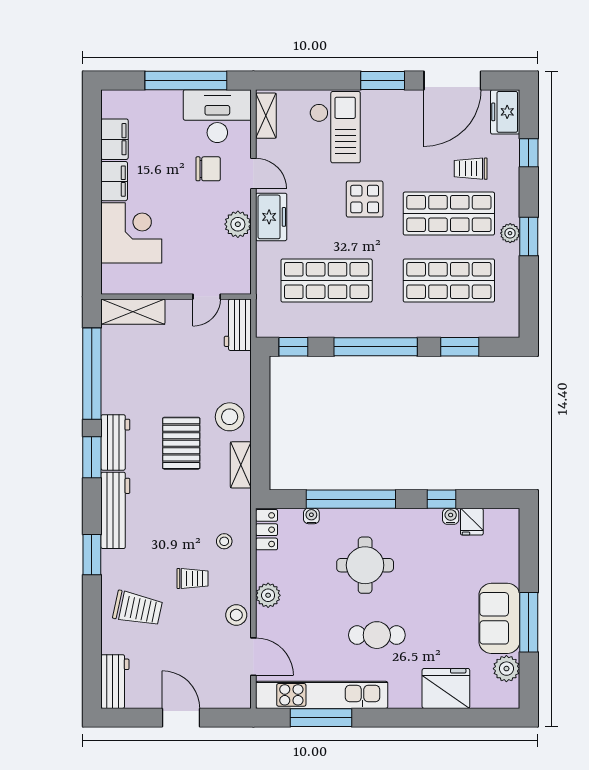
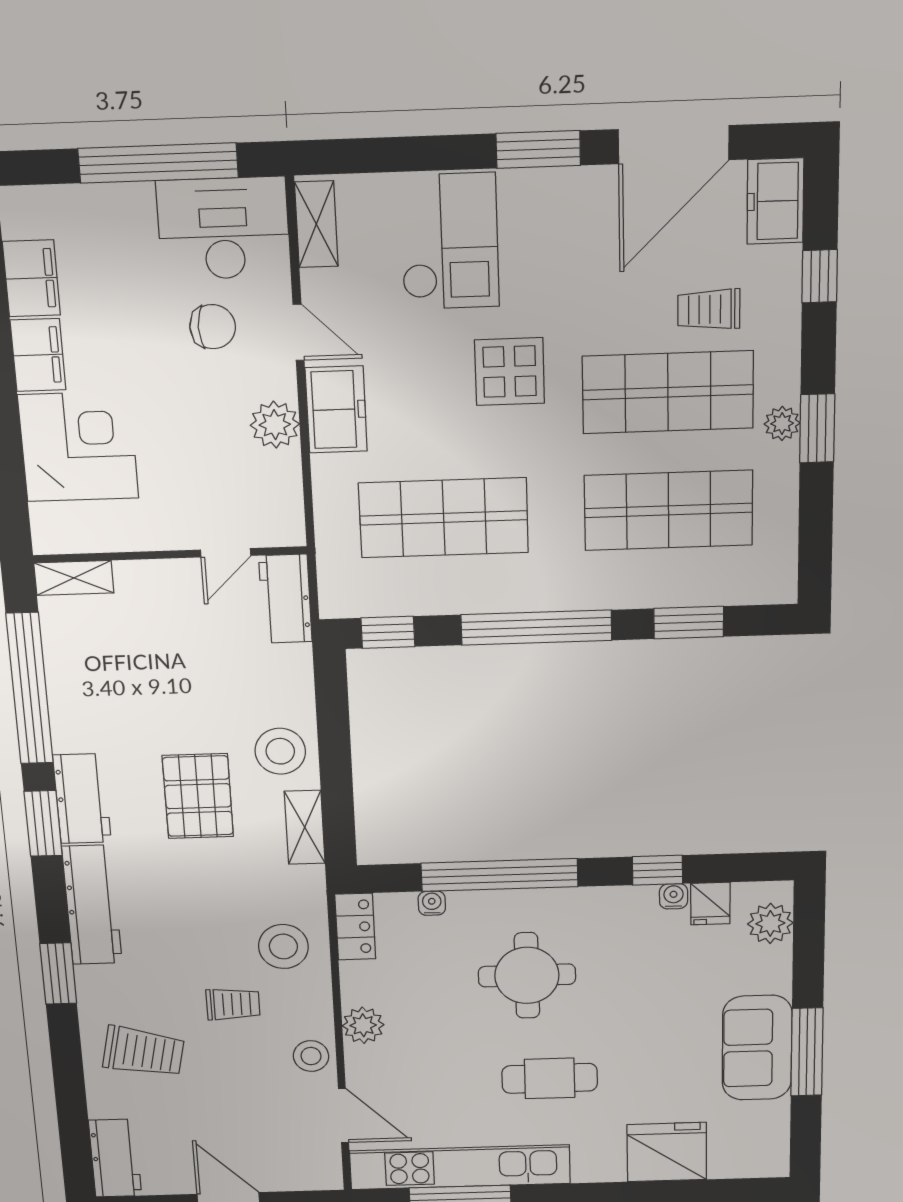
shelving: (133, 312) -> (74, 578), width x0.67, depth x0.75
stool: (224, 541) -> (283, 946), width x1.89, depth x1.89
plant: (506, 669) -> (770, 923), moved

